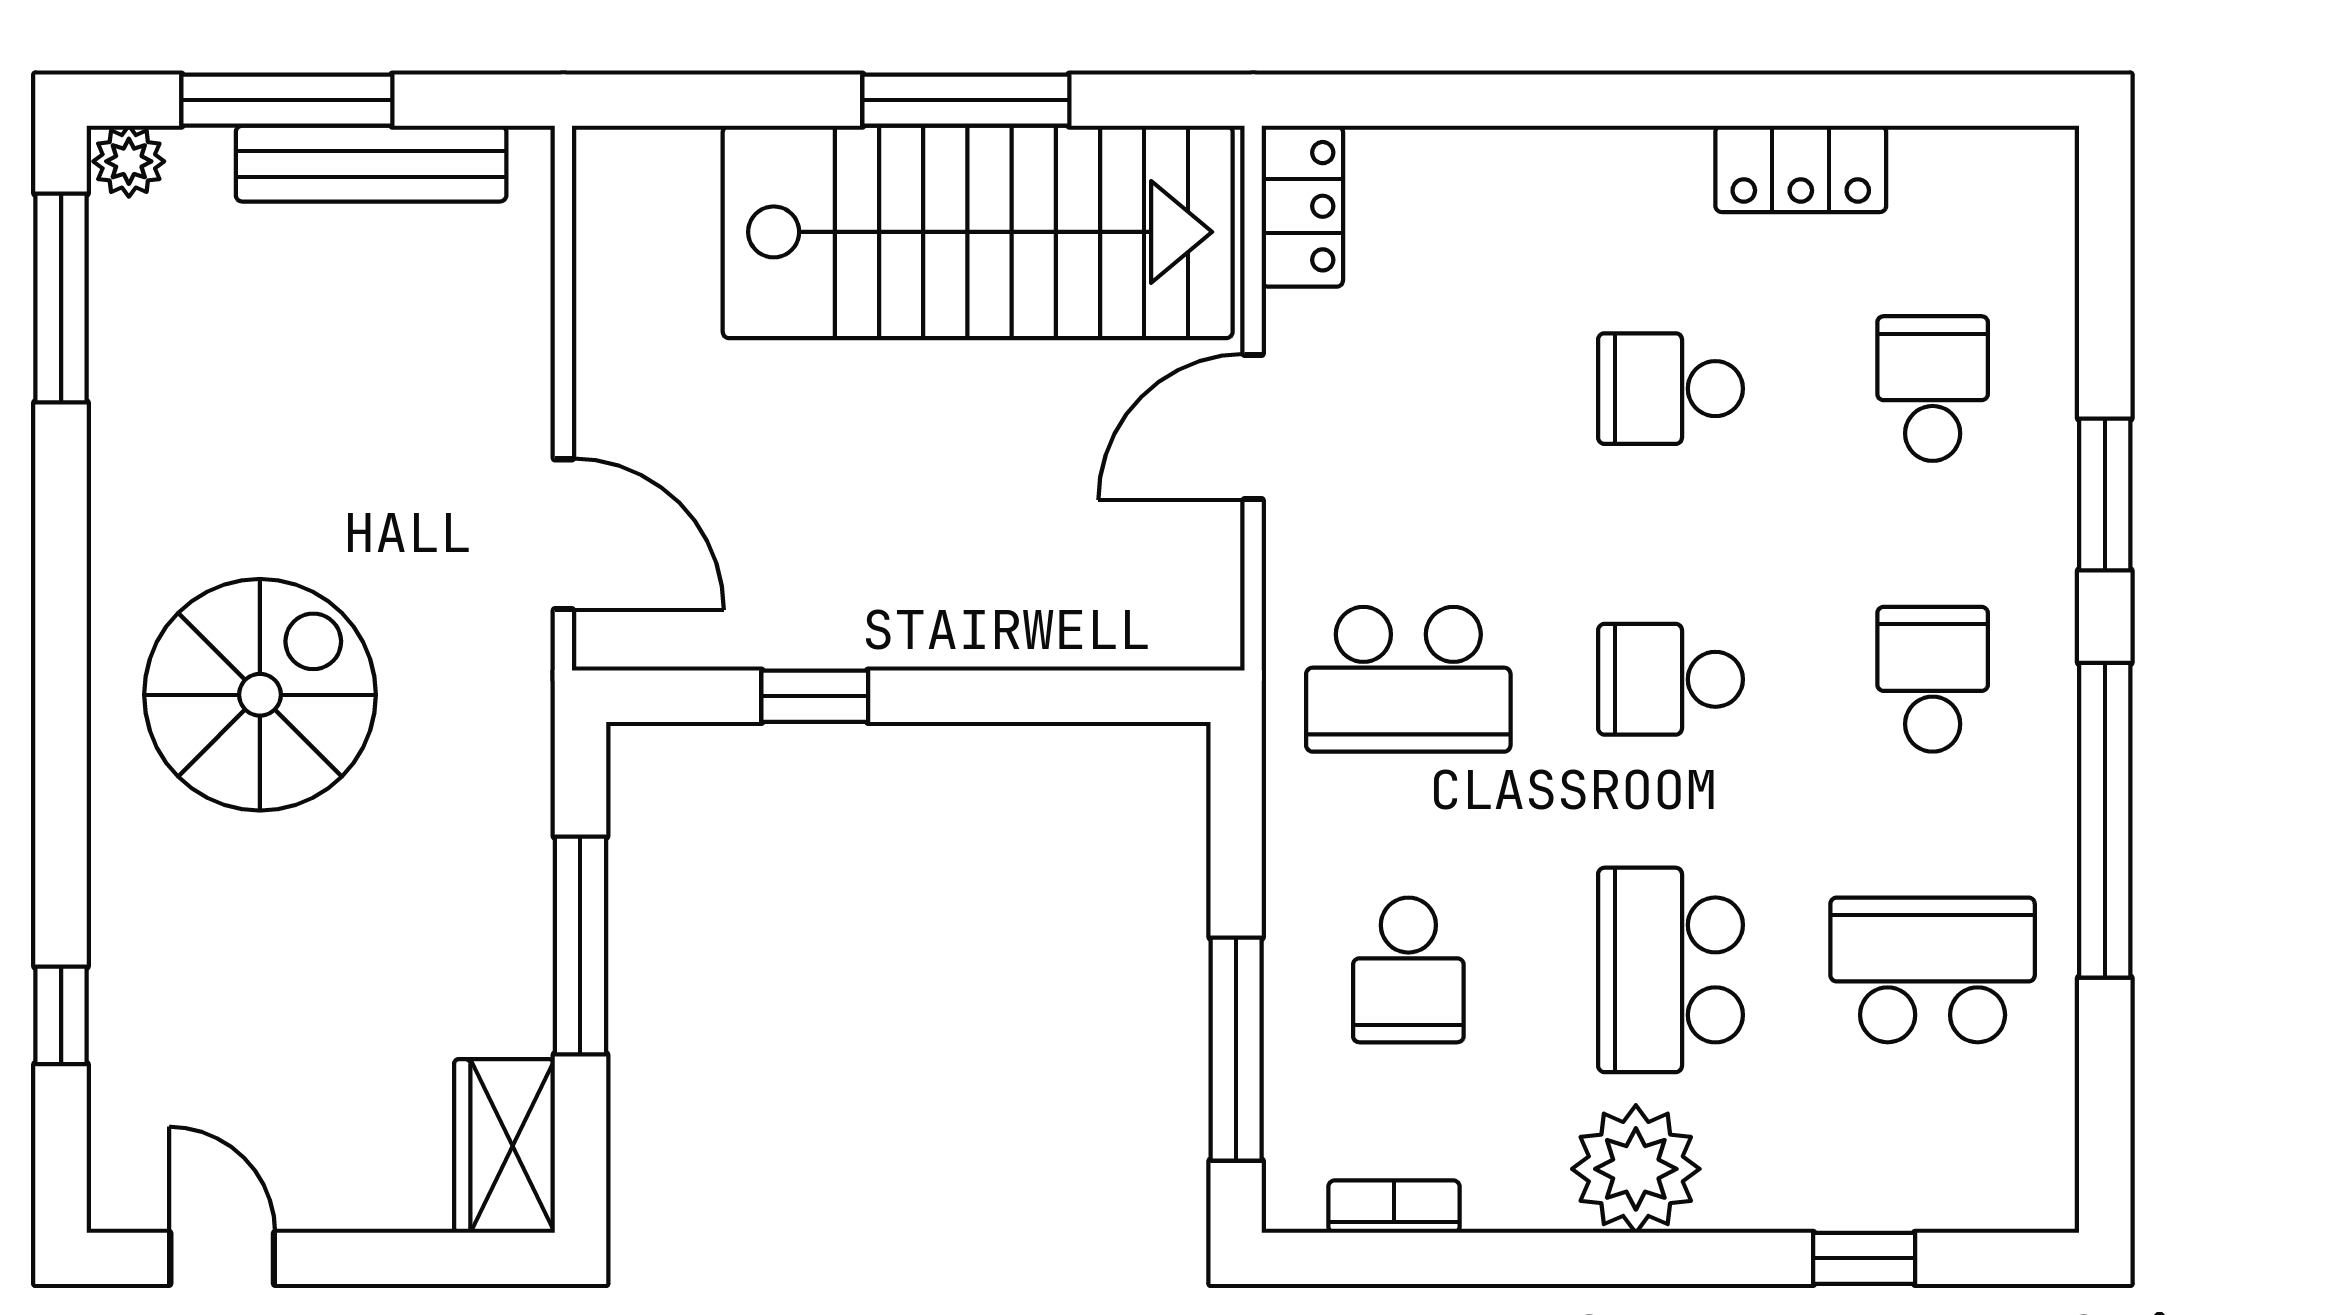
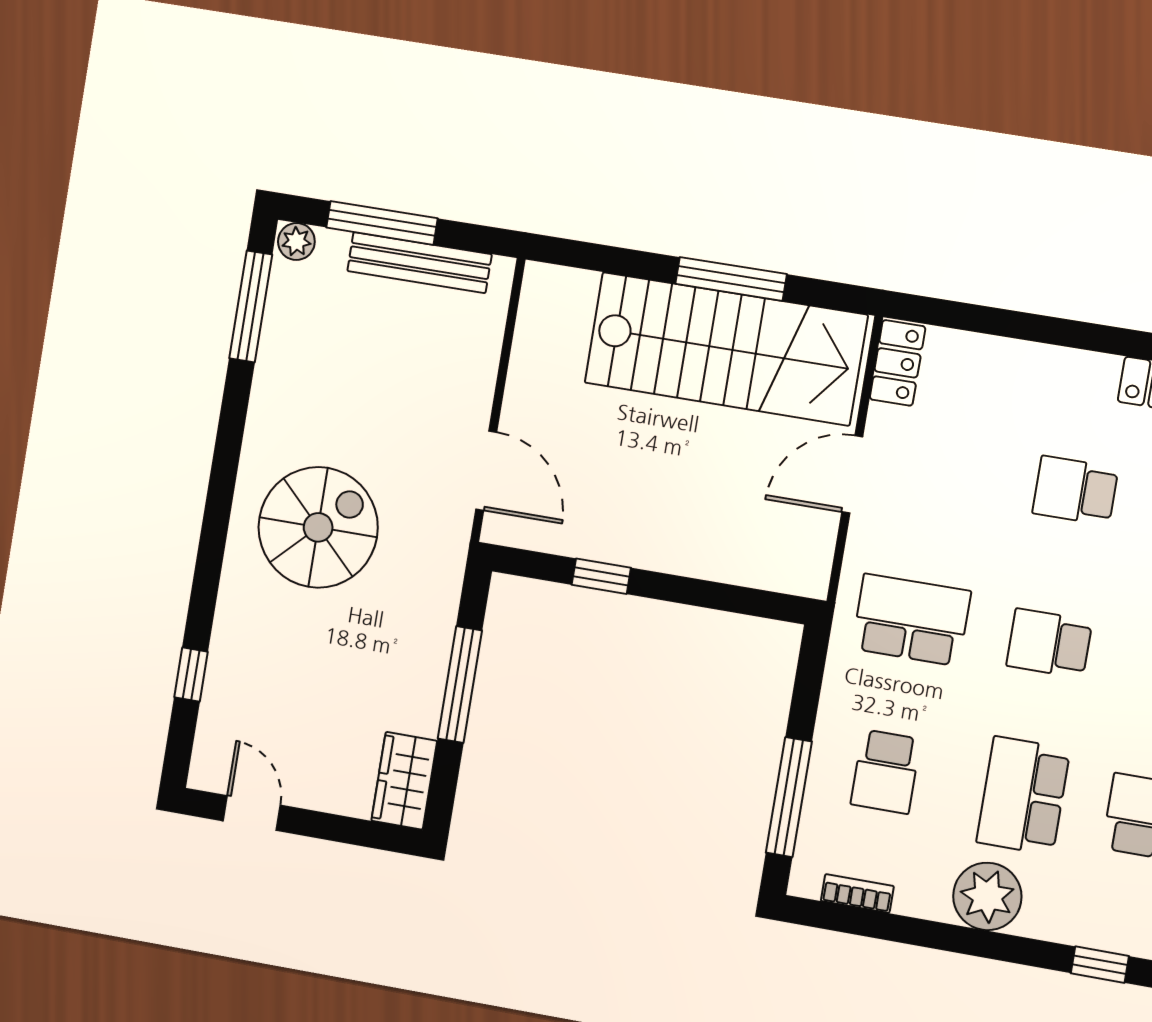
school desk: (1408, 679) -> (911, 620), turned 180

